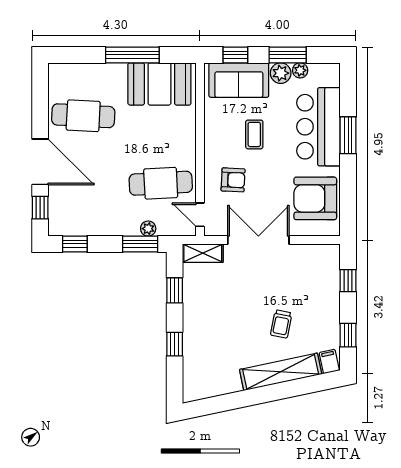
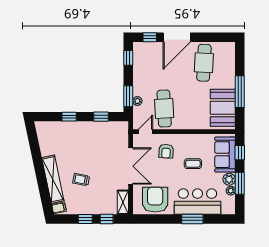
shelving: (203, 253) -> (123, 202), moved
window: (348, 335) -> (85, 219), moved

